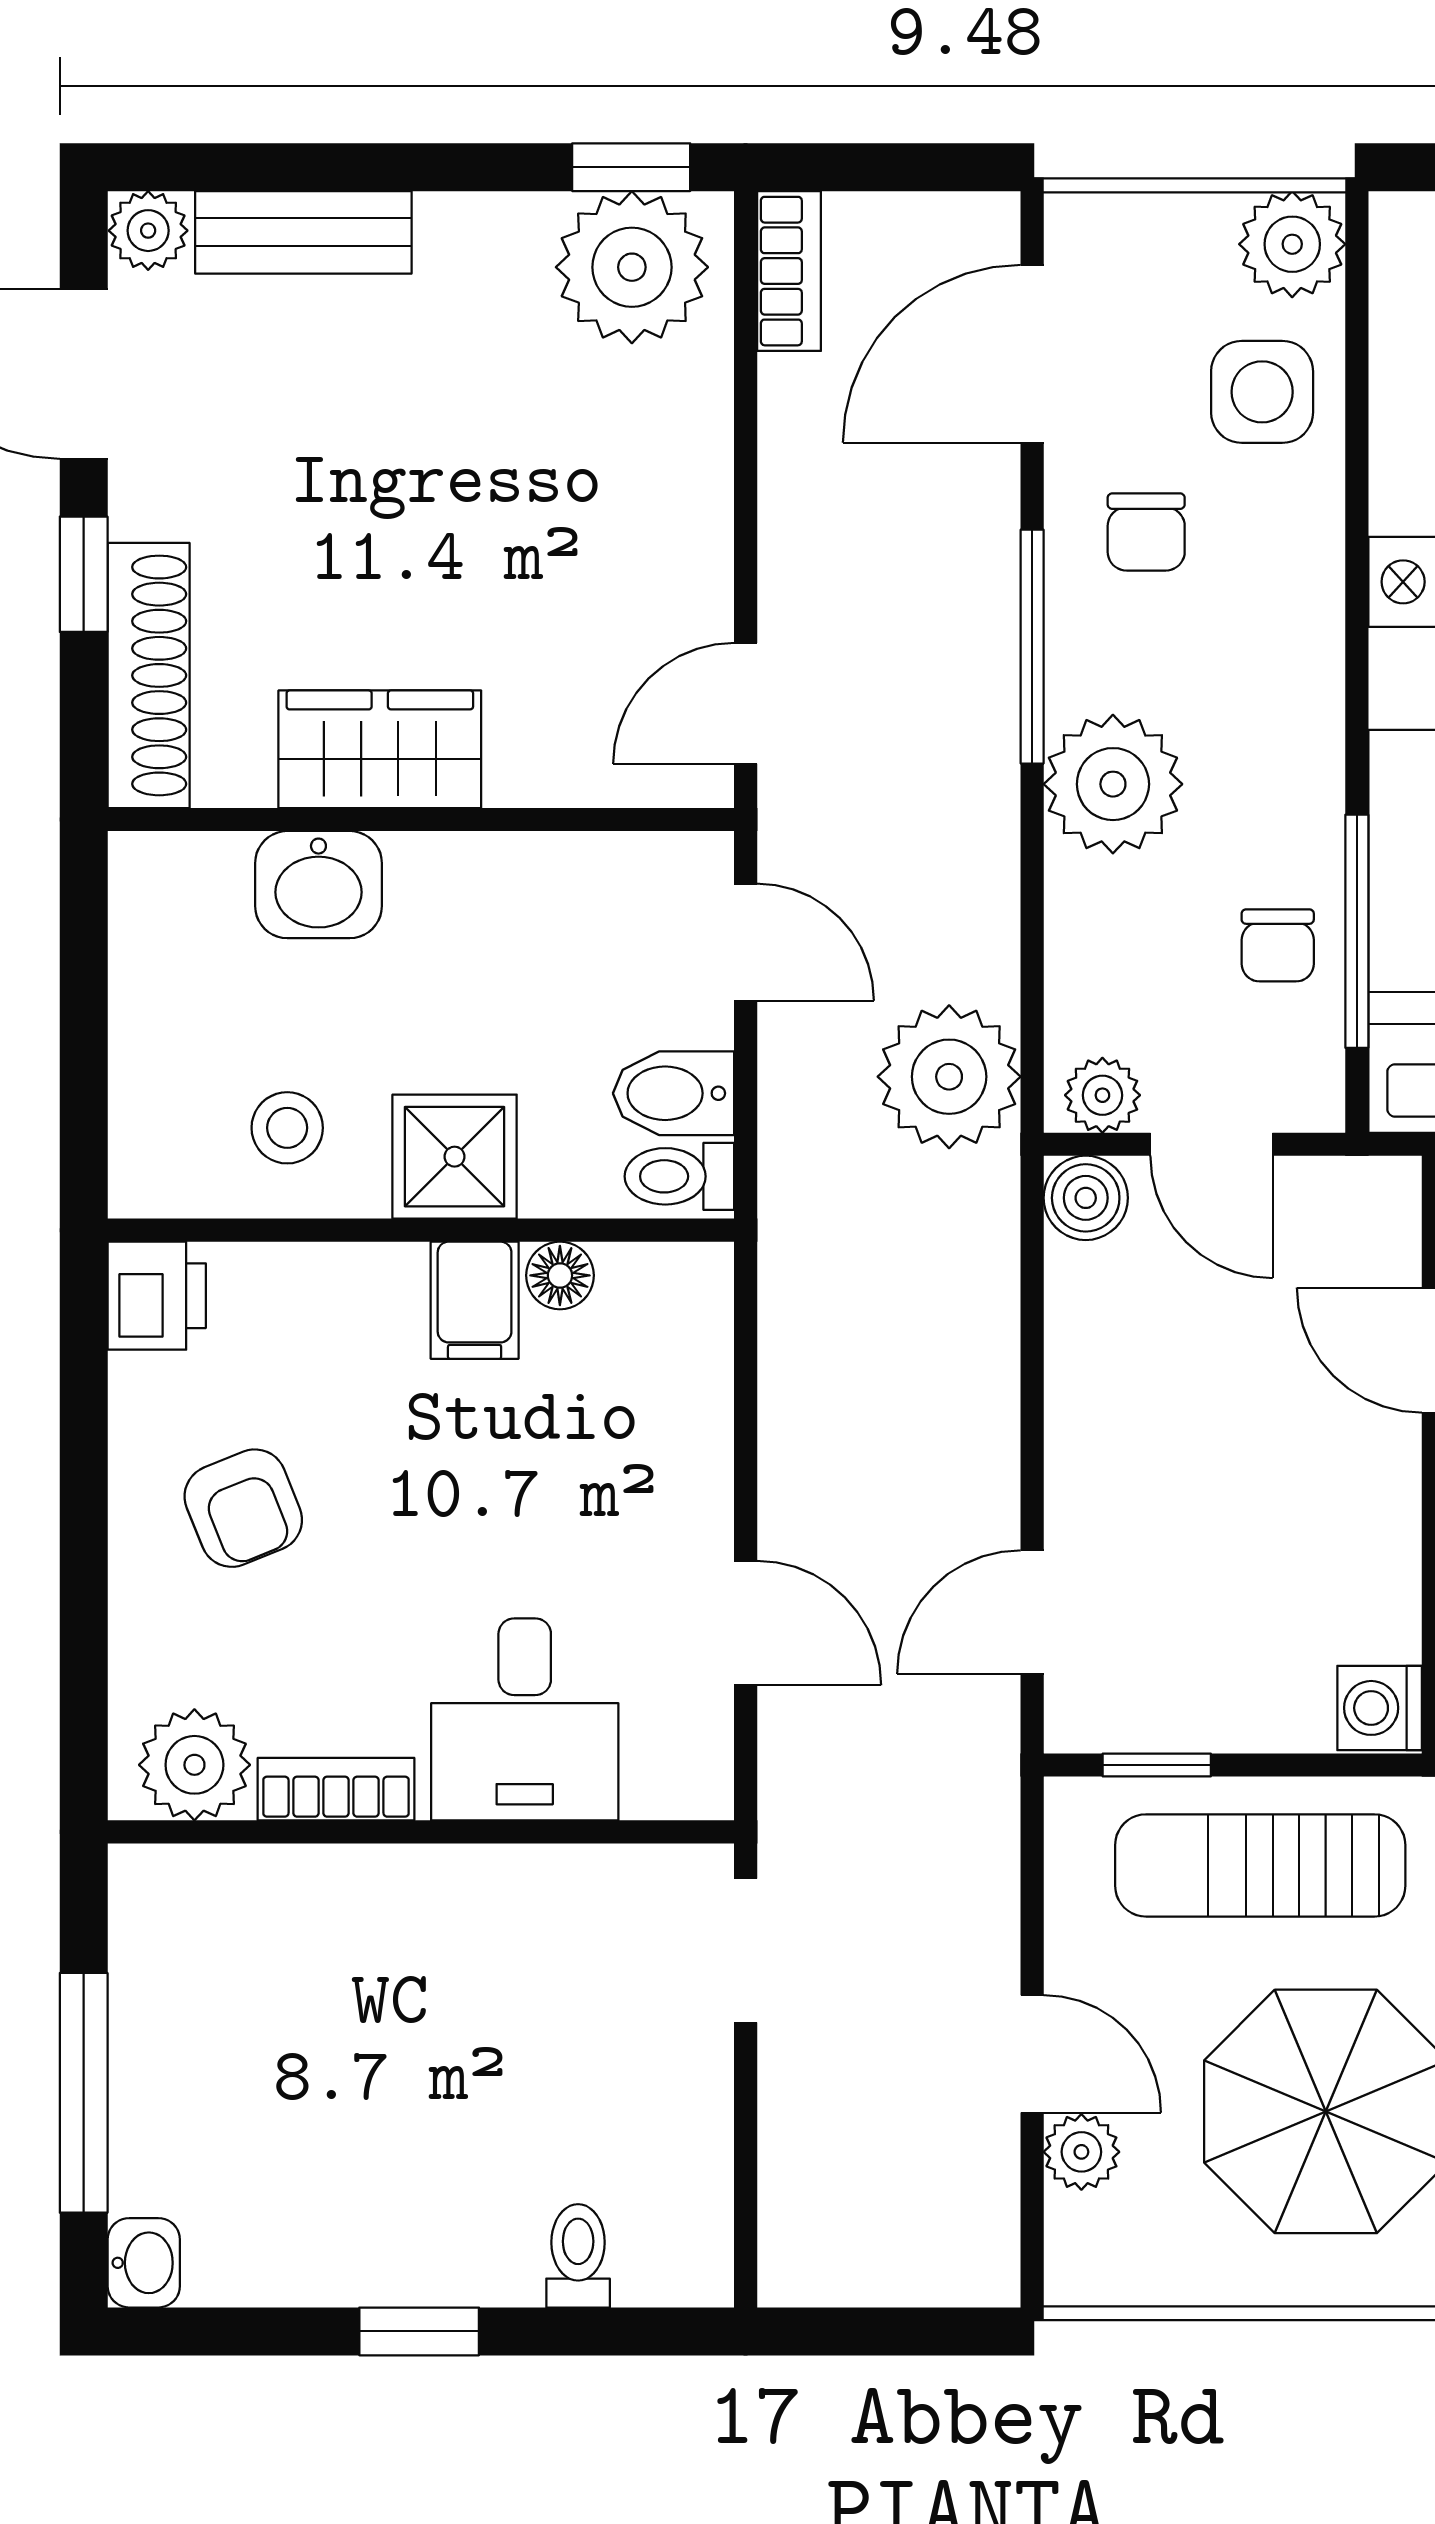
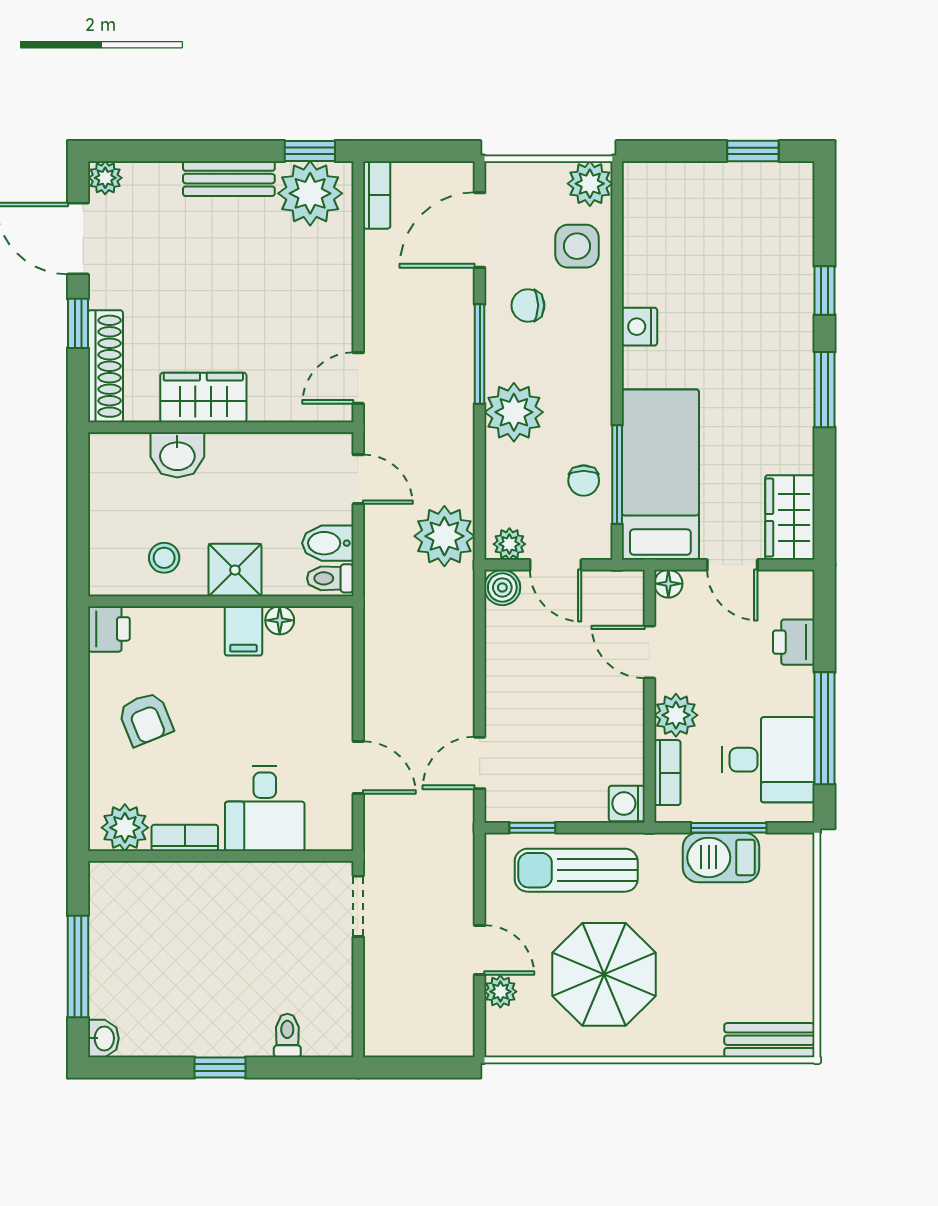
bench: (303, 232) -> (229, 179), moved
chair: (1146, 532) -> (528, 305), turned 90

